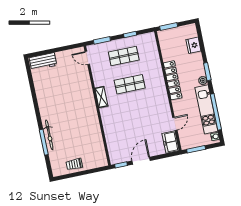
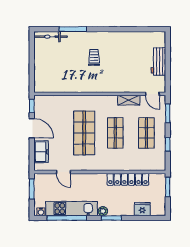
door: (87, 58) -> (152, 94), swing flipped
workbench: (43, 62) -> (158, 61), moved
locker: (173, 80) -> (128, 179), moved
shelving: (101, 97) -> (129, 100), moved
shop shelf: (136, 112) -> (84, 133), added
bicycle: (49, 135) -> (51, 37), moved
freezer: (171, 142) -> (41, 152), moved, turned 90
trolley: (74, 164) -> (94, 57), moved

